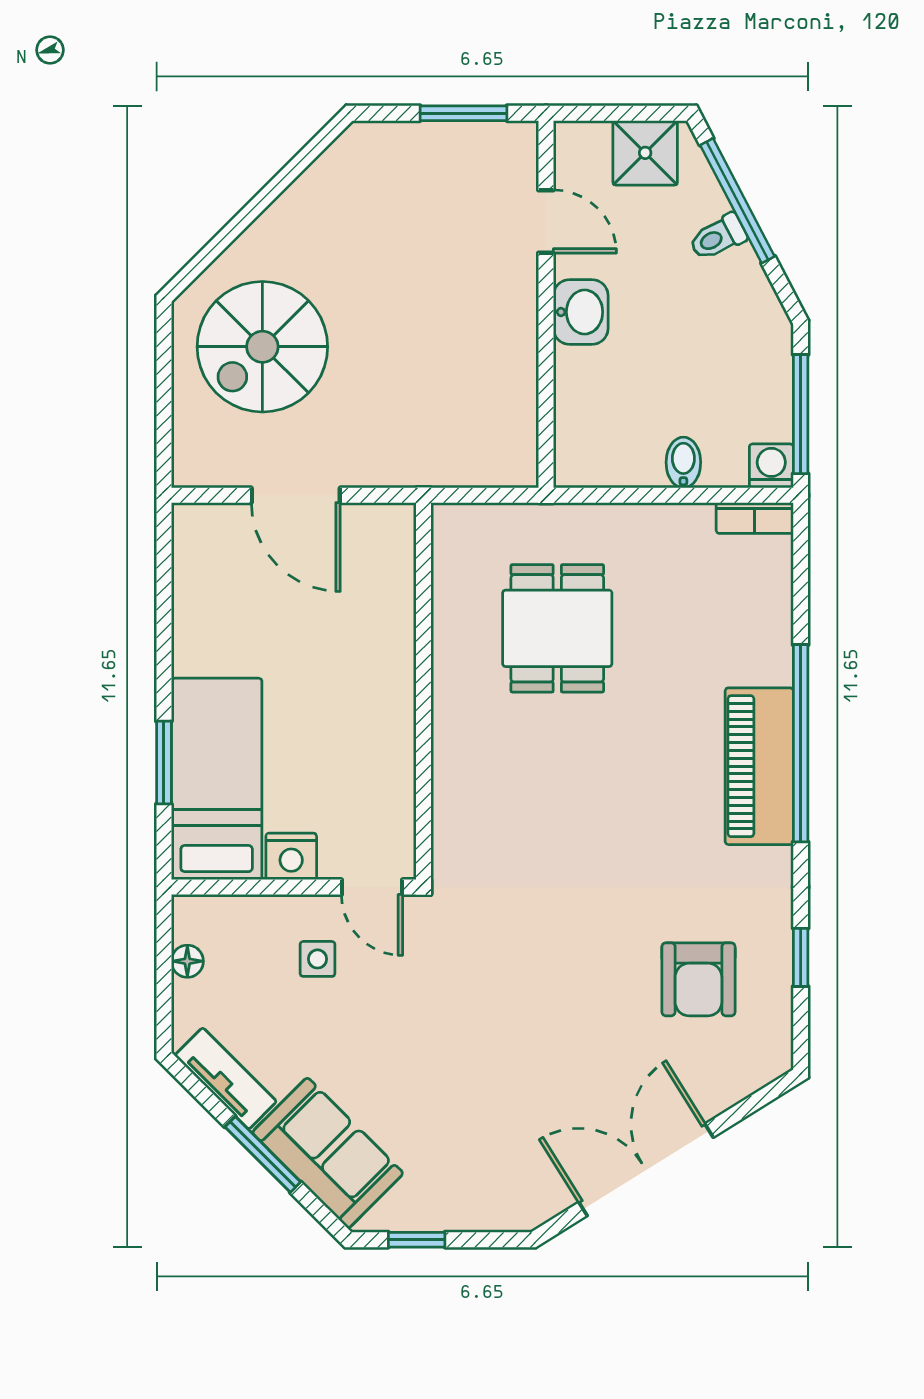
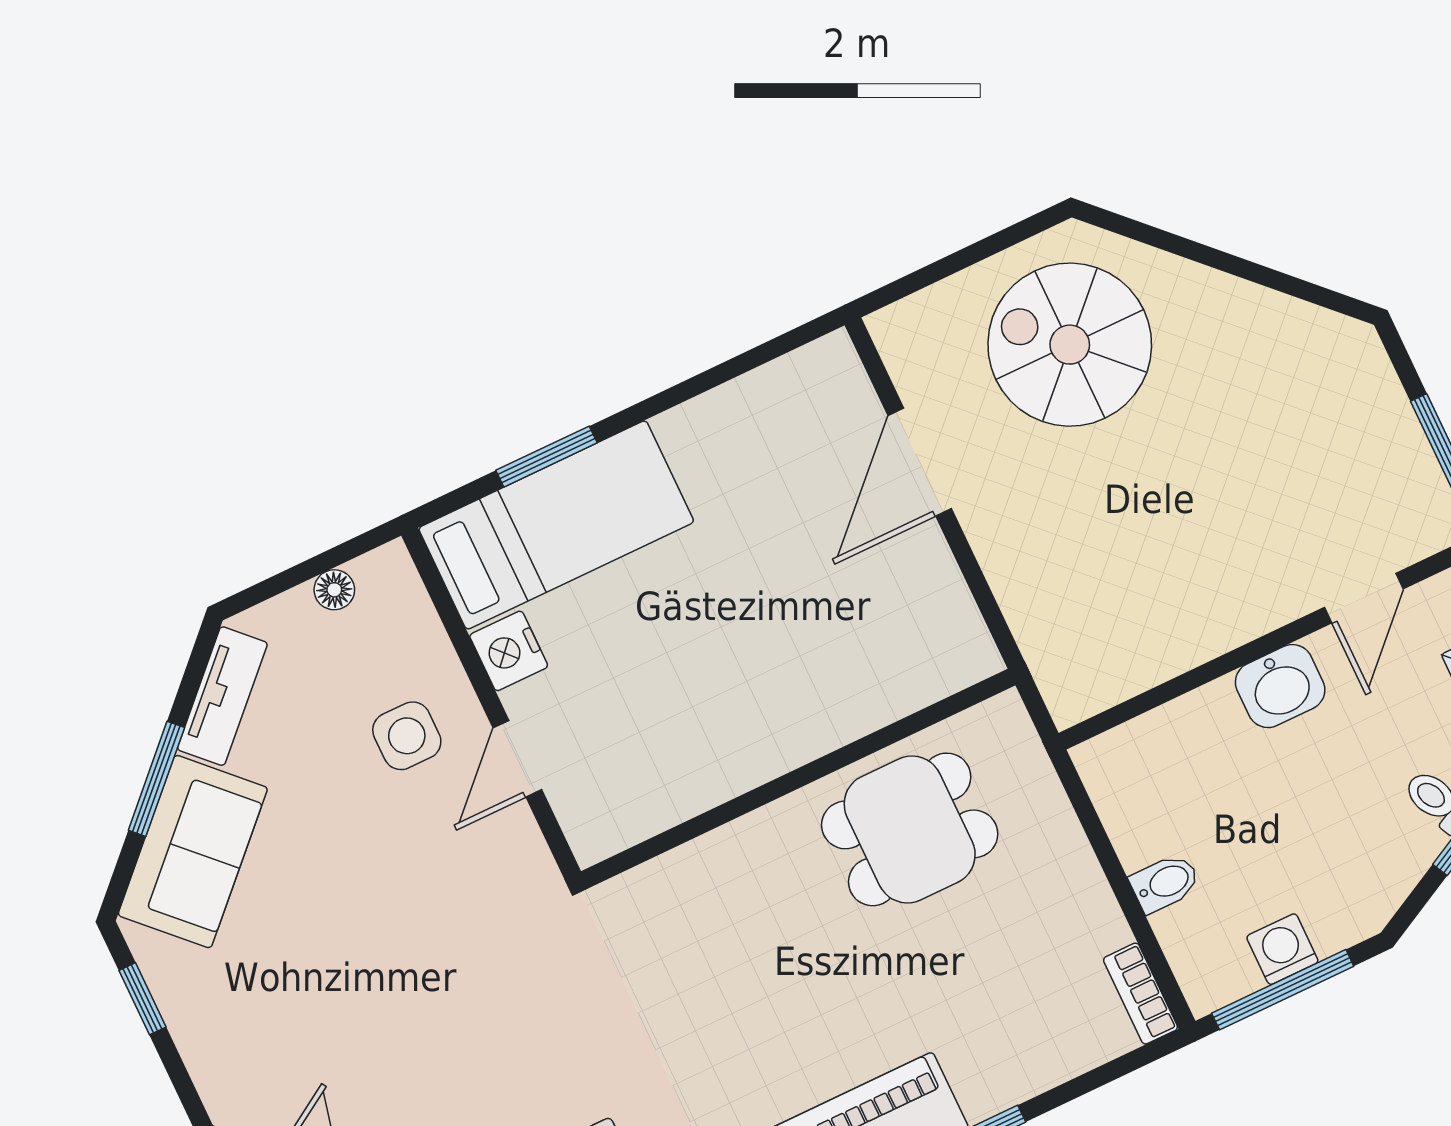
washing machine: (771, 466) -> (1282, 949), moved, turned -90
wall: (424, 691) -> (798, 778), moved
side table: (318, 959) -> (407, 736), width x1.37, depth x1.37

